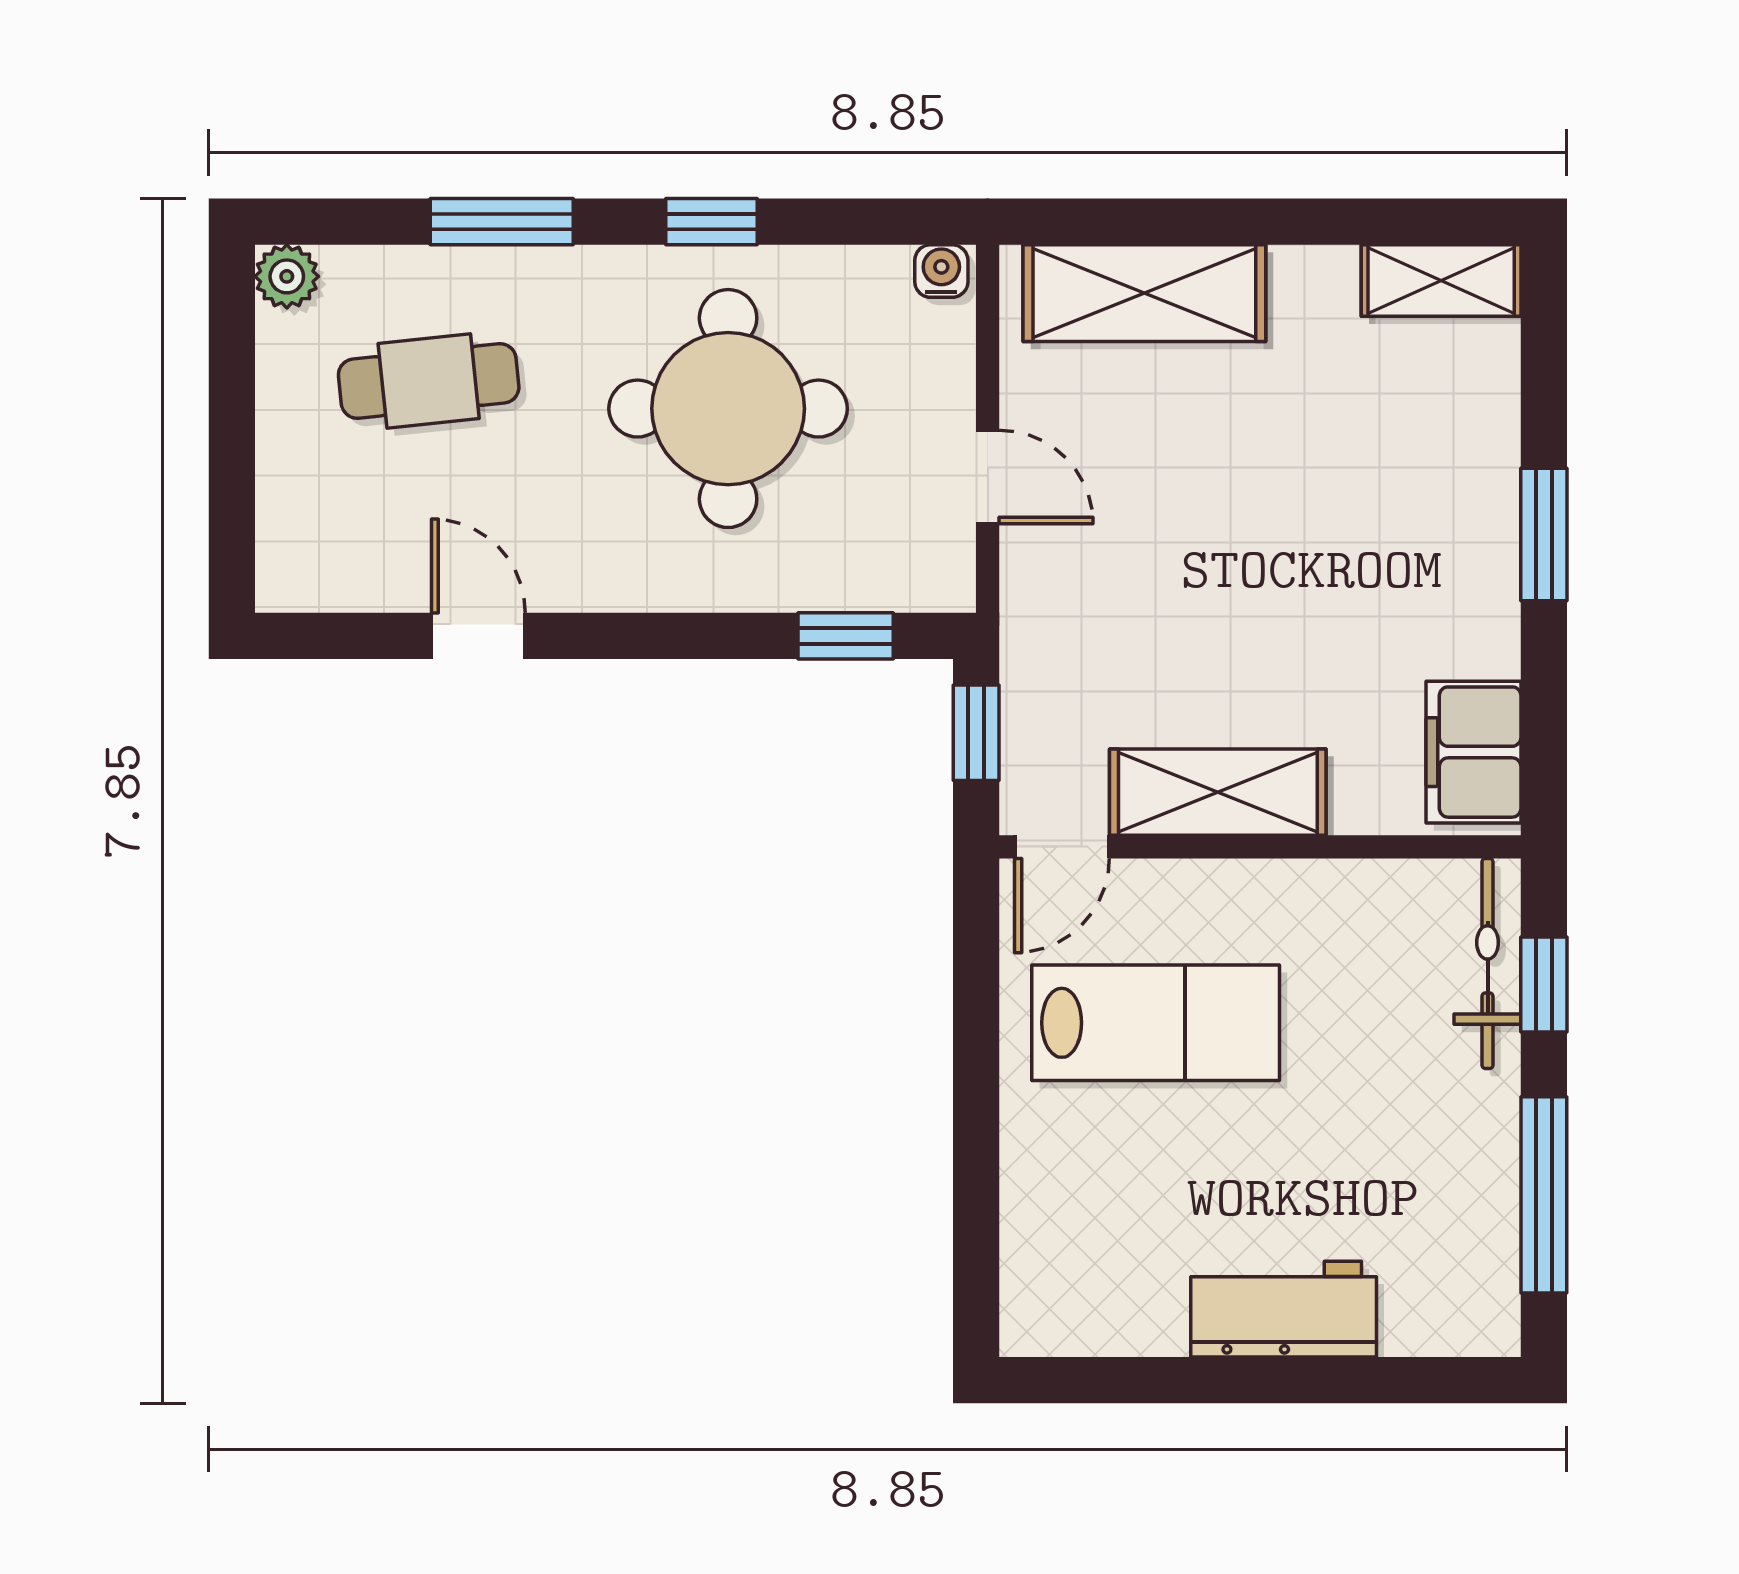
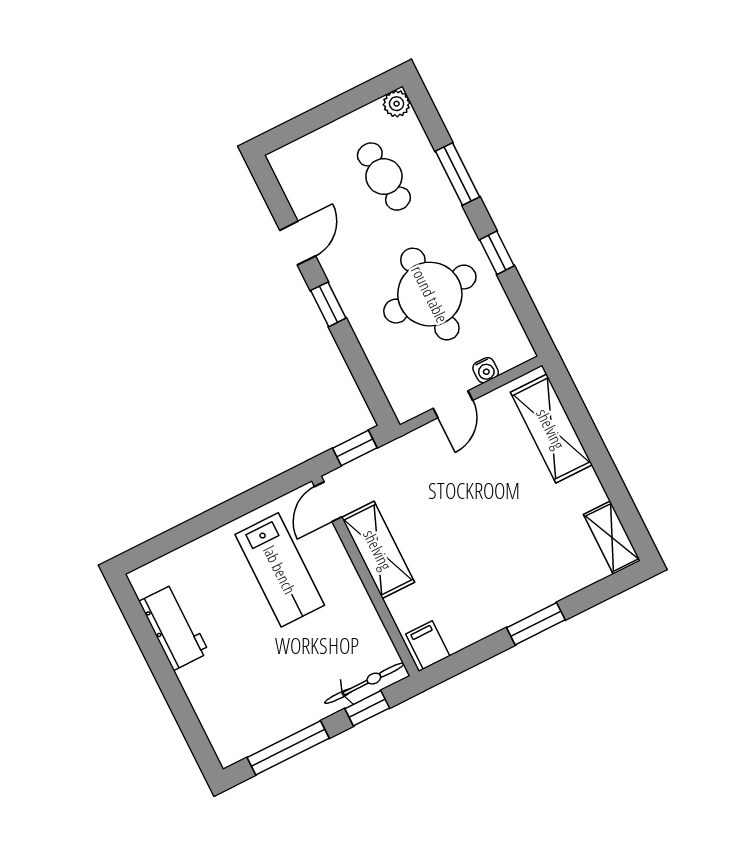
water cooler: (941, 271) -> (486, 370), moved, turned 90
window: (846, 636) -> (328, 304), moved
filing cabinet: (1474, 752) -> (428, 645), width x0.50
door: (1062, 847) -> (328, 502), hinge flipped
workbench: (1284, 1309) -> (174, 627), moved

